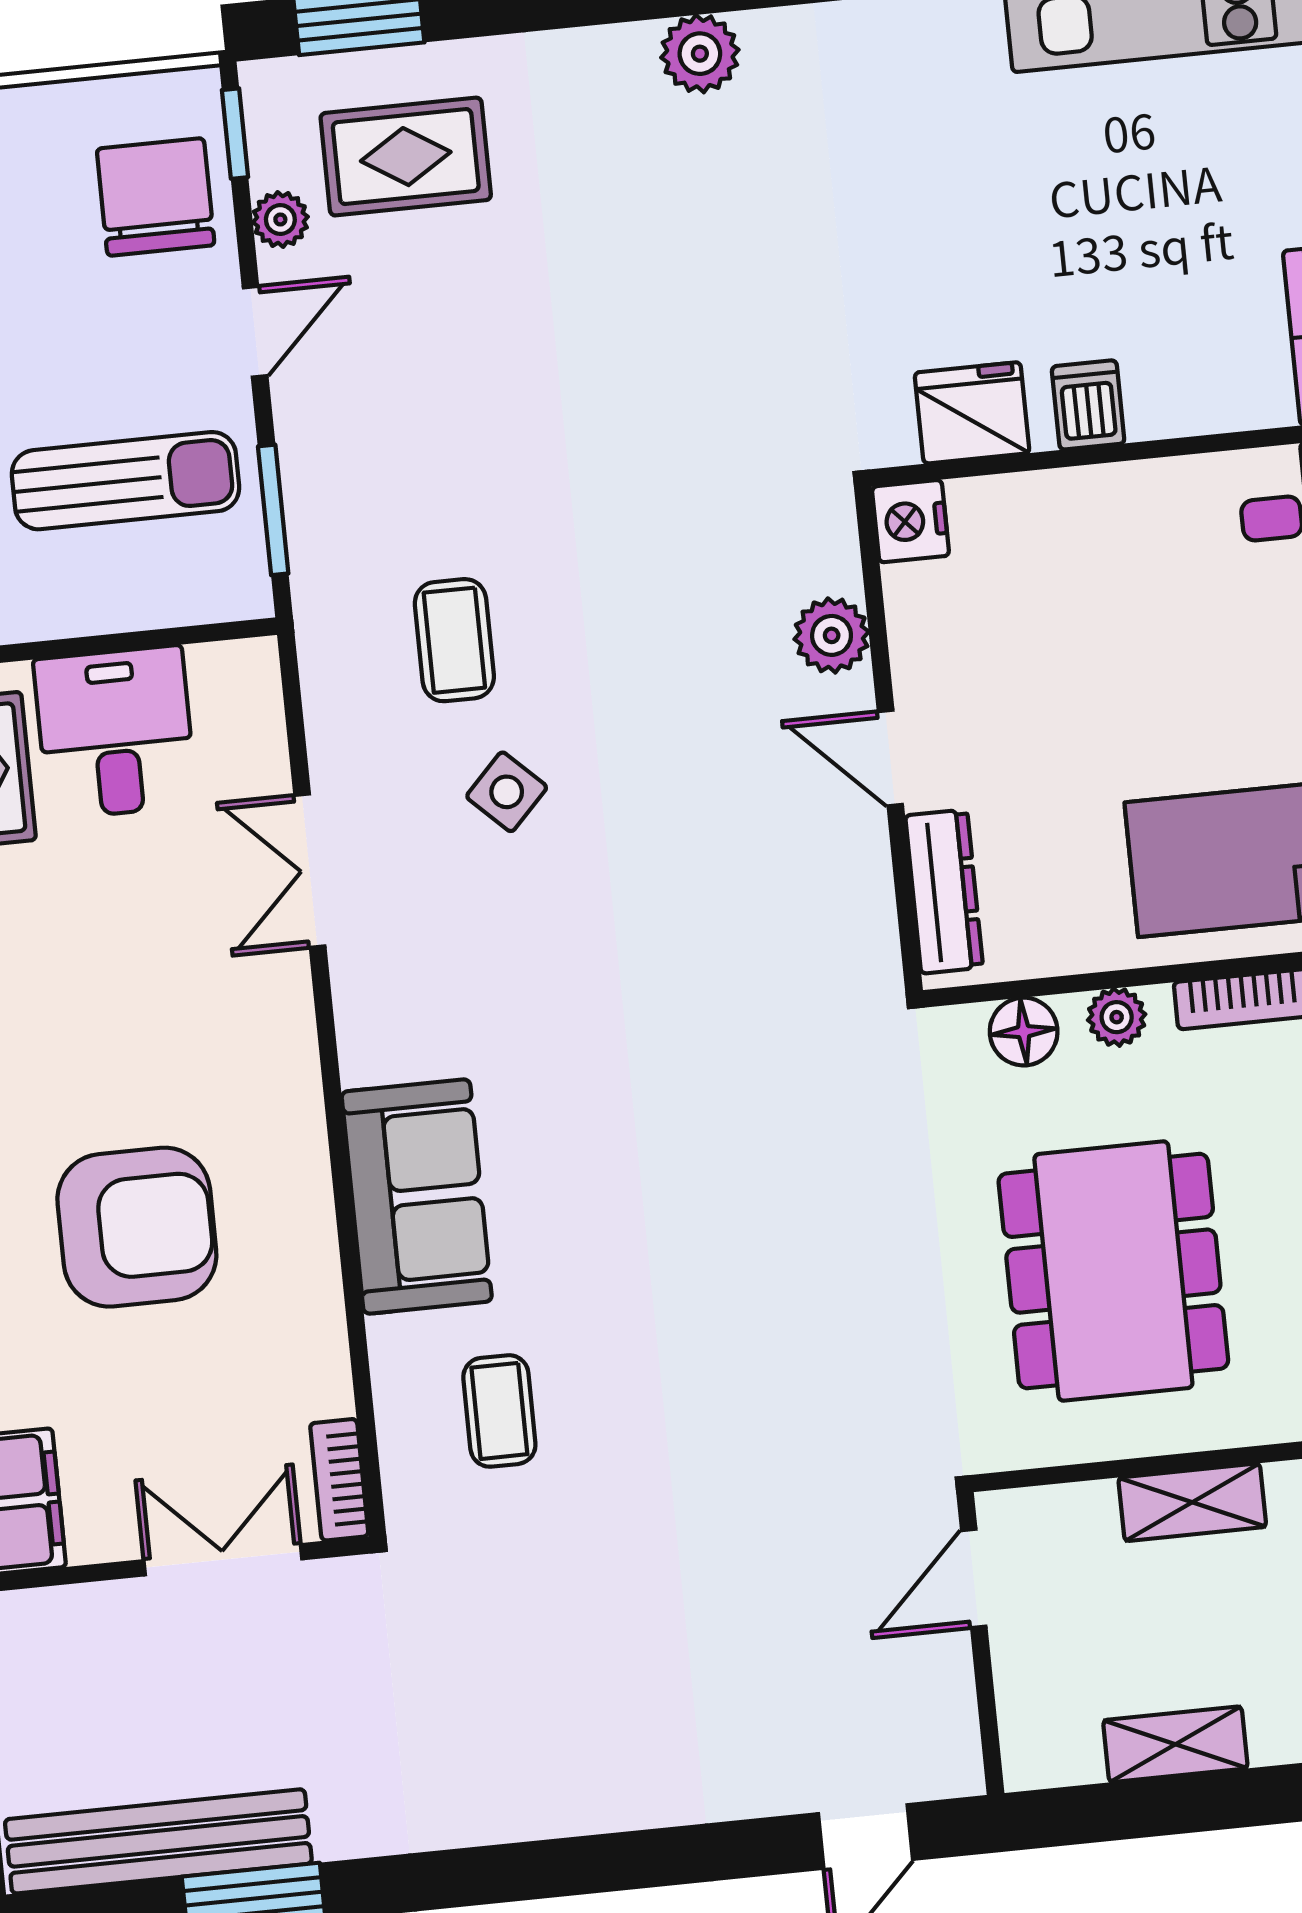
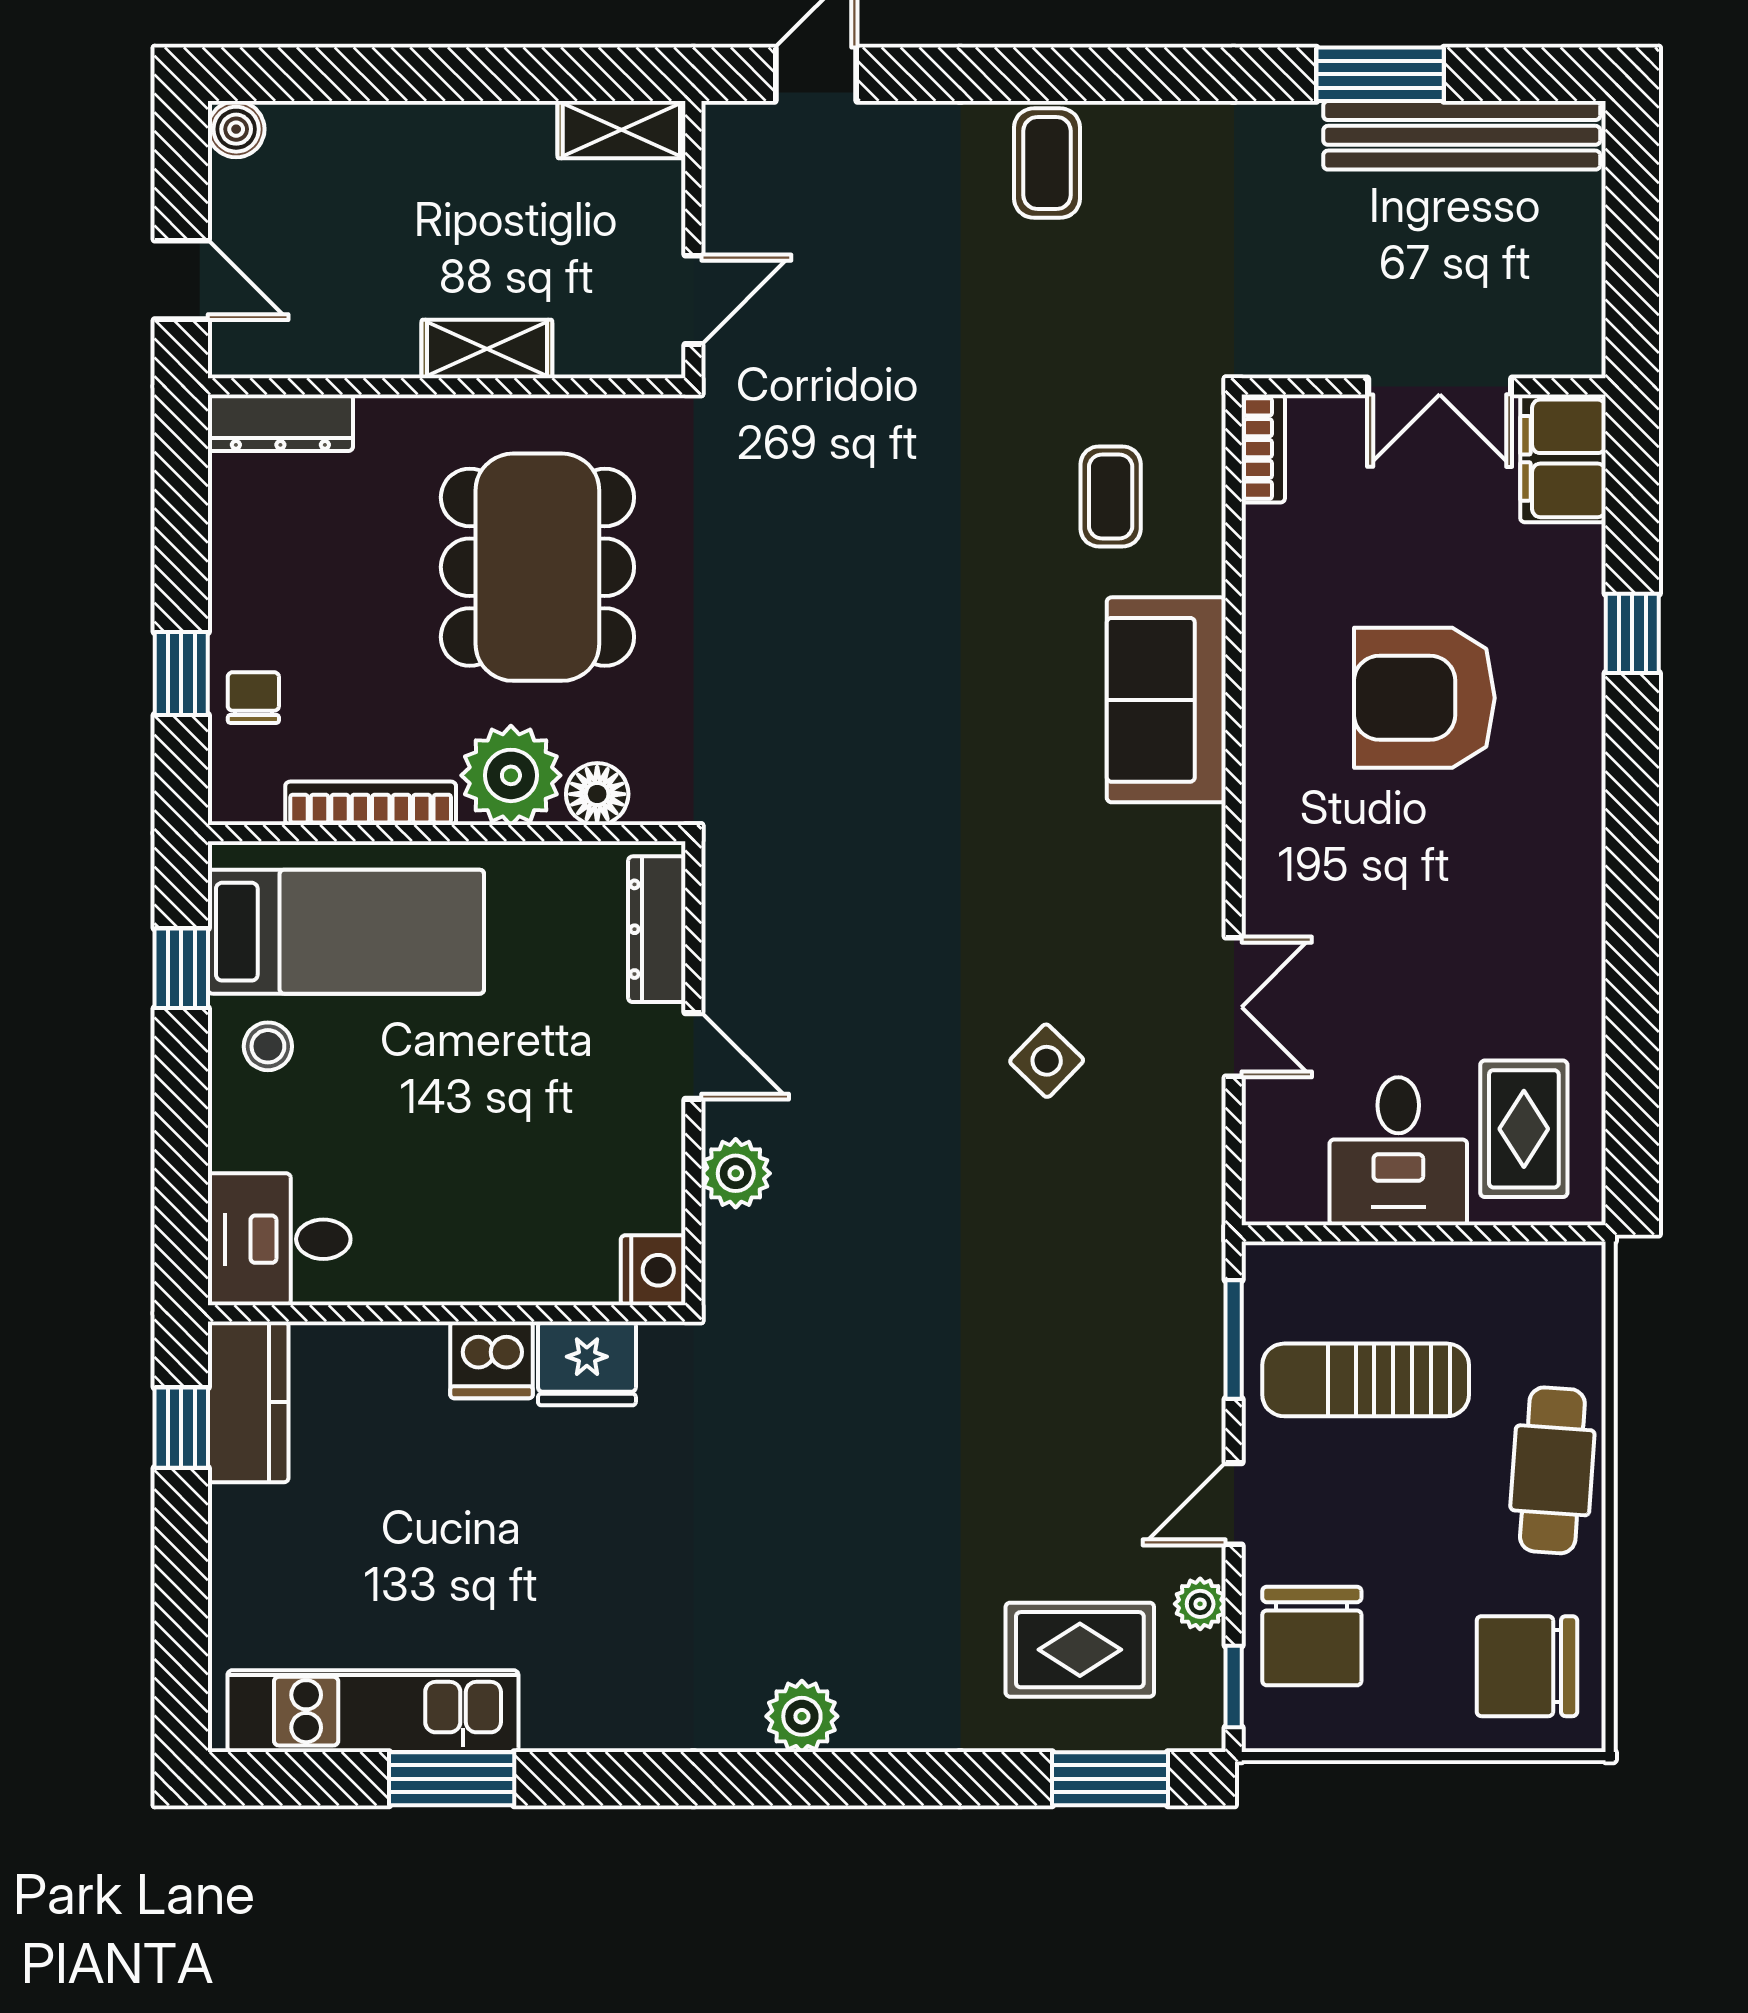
dishwasher: (1088, 405) -> (492, 1360), width x1.38
coffee table: (454, 640) -> (1047, 163), moved
plant: (1117, 1017) -> (511, 775), width x1.88, depth x1.88
double door: (223, 1560) -> (1440, 386), moved
shelving: (1175, 1744) -> (621, 130), moved

